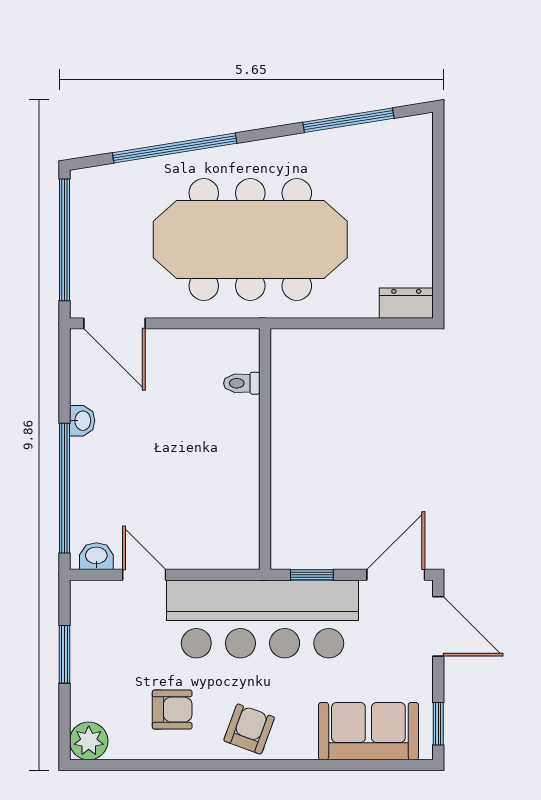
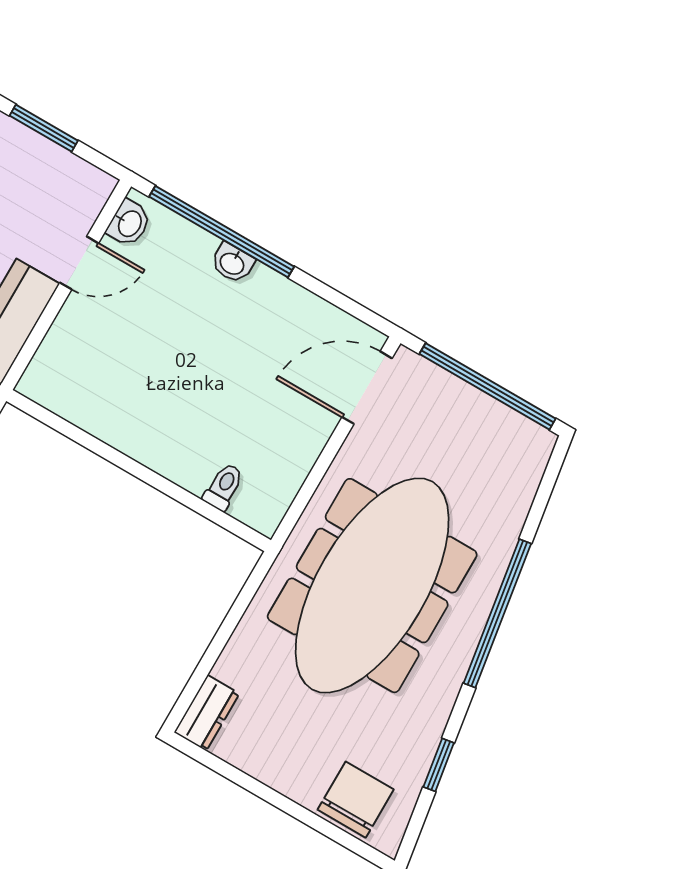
window: (348, 120) -> (439, 765), width x0.46
window: (175, 148) -> (497, 613), moved
chair: (406, 164) -> (356, 800), added
washbasin: (82, 421) -> (232, 263), moved

